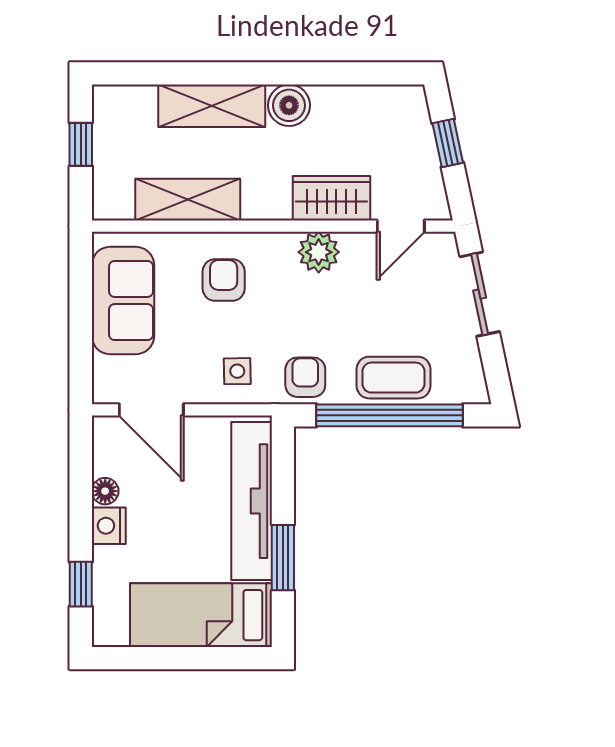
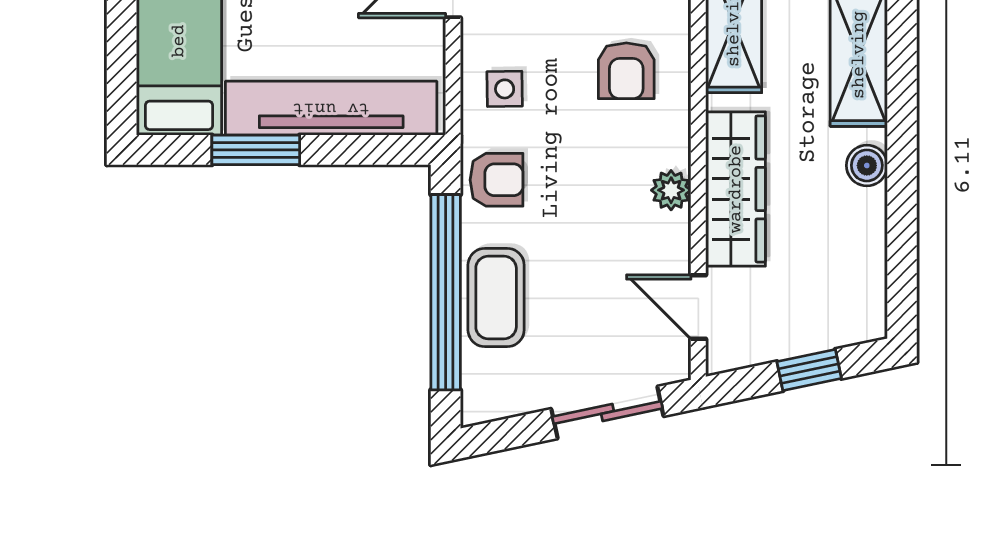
boiler: (289, 105) -> (867, 165), width x0.73, depth x0.73
wardrobe: (331, 198) -> (736, 189), width x1.50
plant: (319, 252) -> (671, 190), width x0.73, depth x0.73
armchair: (224, 280) -> (626, 71), turned 90

